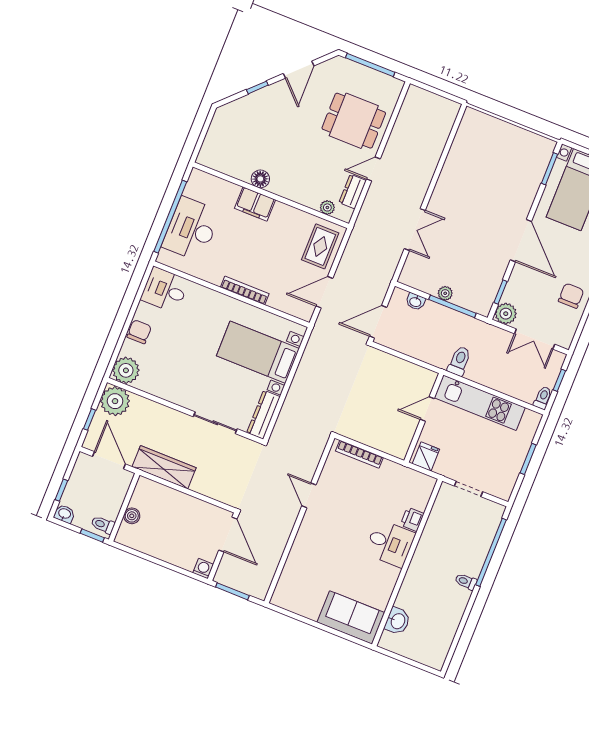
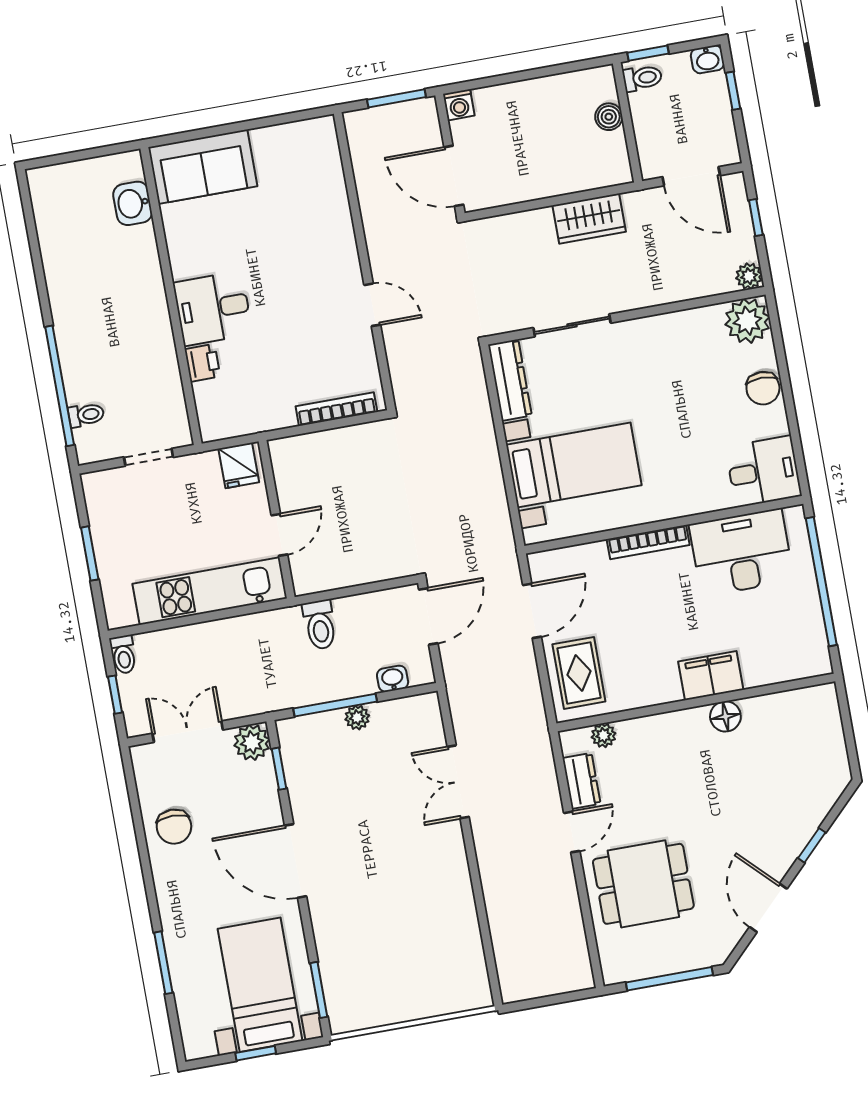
desk: (191, 229) -> (741, 552), moved, turned -90
toilet: (459, 361) -> (320, 625), moved
plant: (115, 401) -> (749, 276), width x0.53, depth x0.53
wardrobe: (164, 467) -> (589, 218), width x0.67
toilet: (466, 582) -> (86, 415), moved

